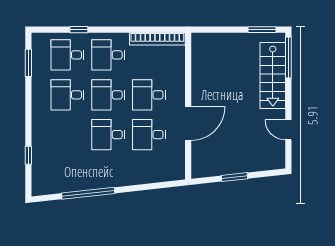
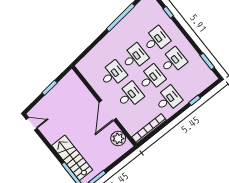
desk: (68, 55) -> (156, 40), moved
plant: (202, 56) -> (118, 139), added
door: (188, 123) -> (108, 110), moved
door: (288, 130) -> (32, 124), moved

